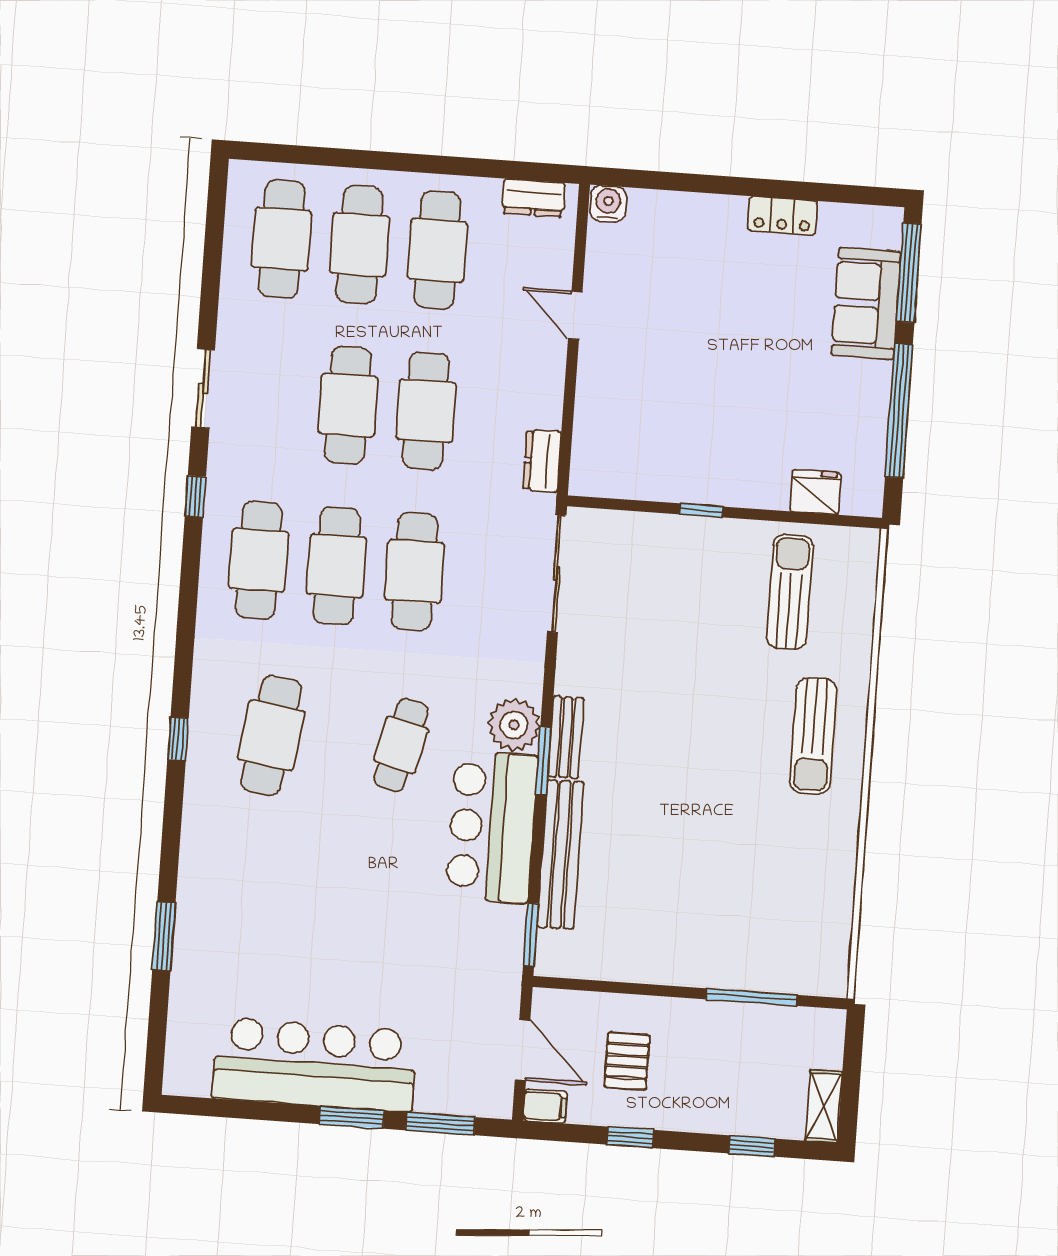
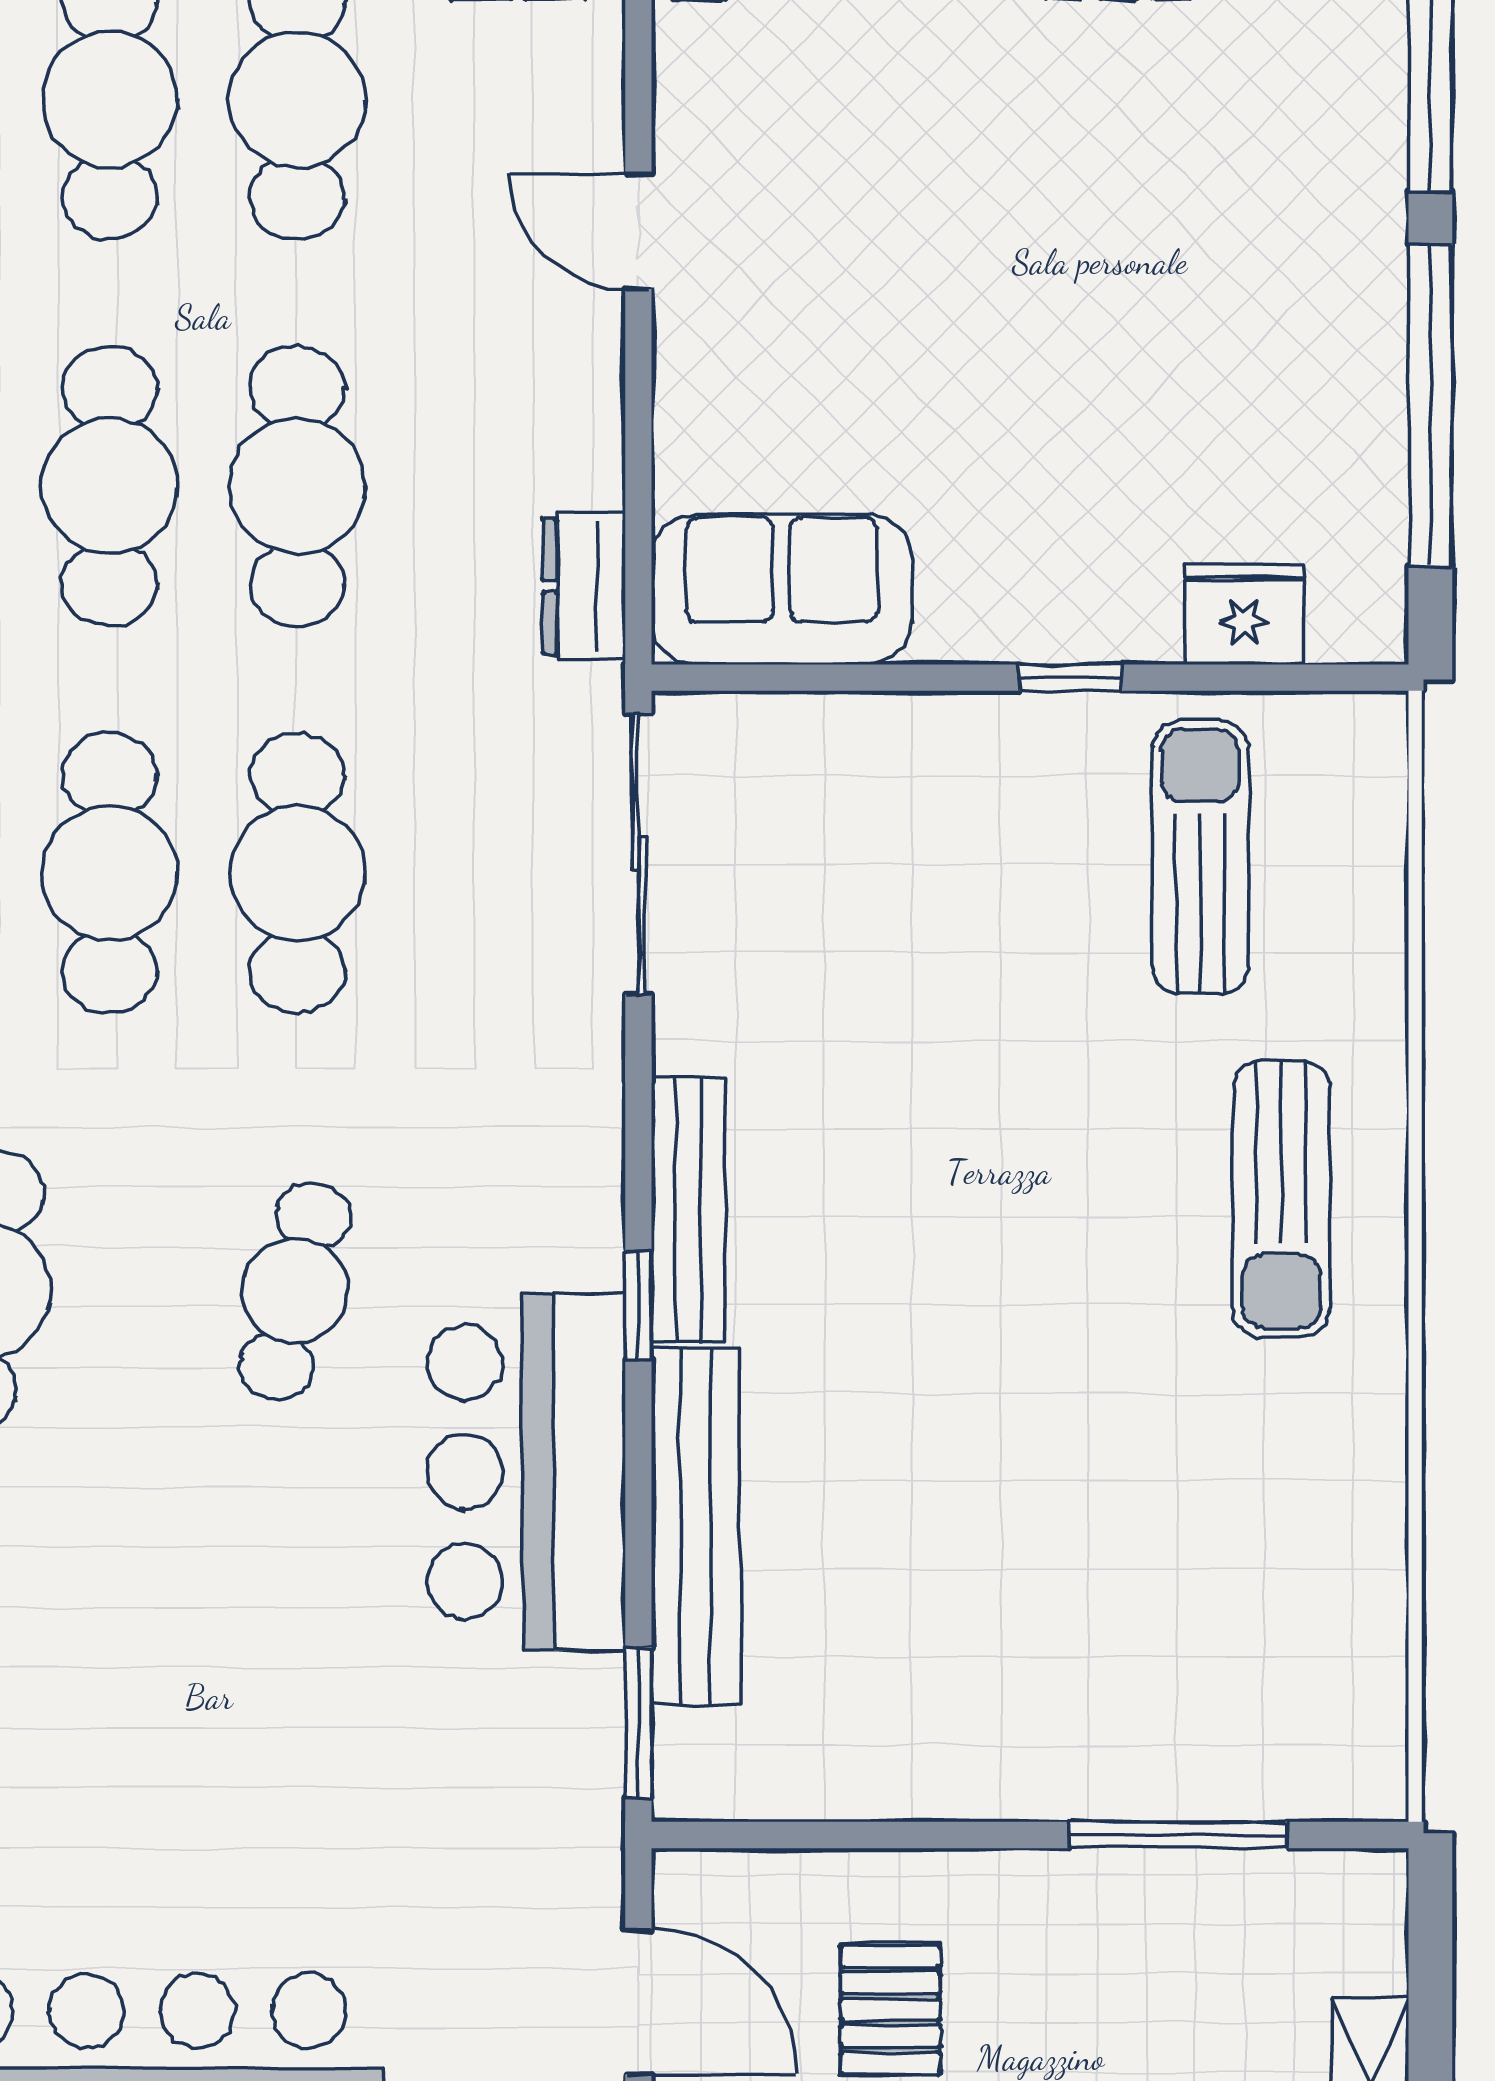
sofa: (866, 303) -> (782, 589), moved, turned 90
window: (701, 510) -> (1071, 678), moved
plant: (514, 725) -> (562, 1223), removed
bench: (566, 737) -> (688, 1209), width x1.36
window: (543, 761) -> (638, 1305), width x0.67

